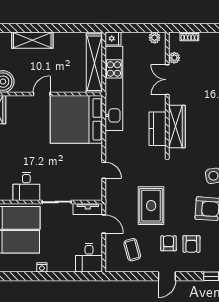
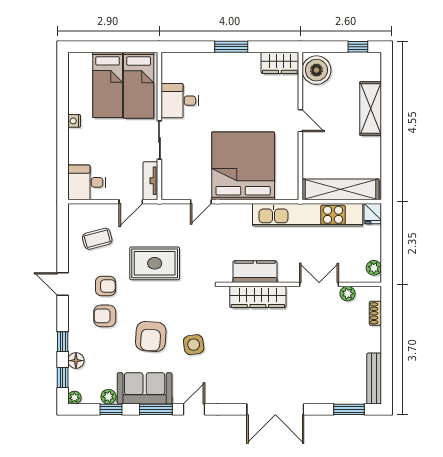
bed: (76, 119) -> (243, 166), moved

